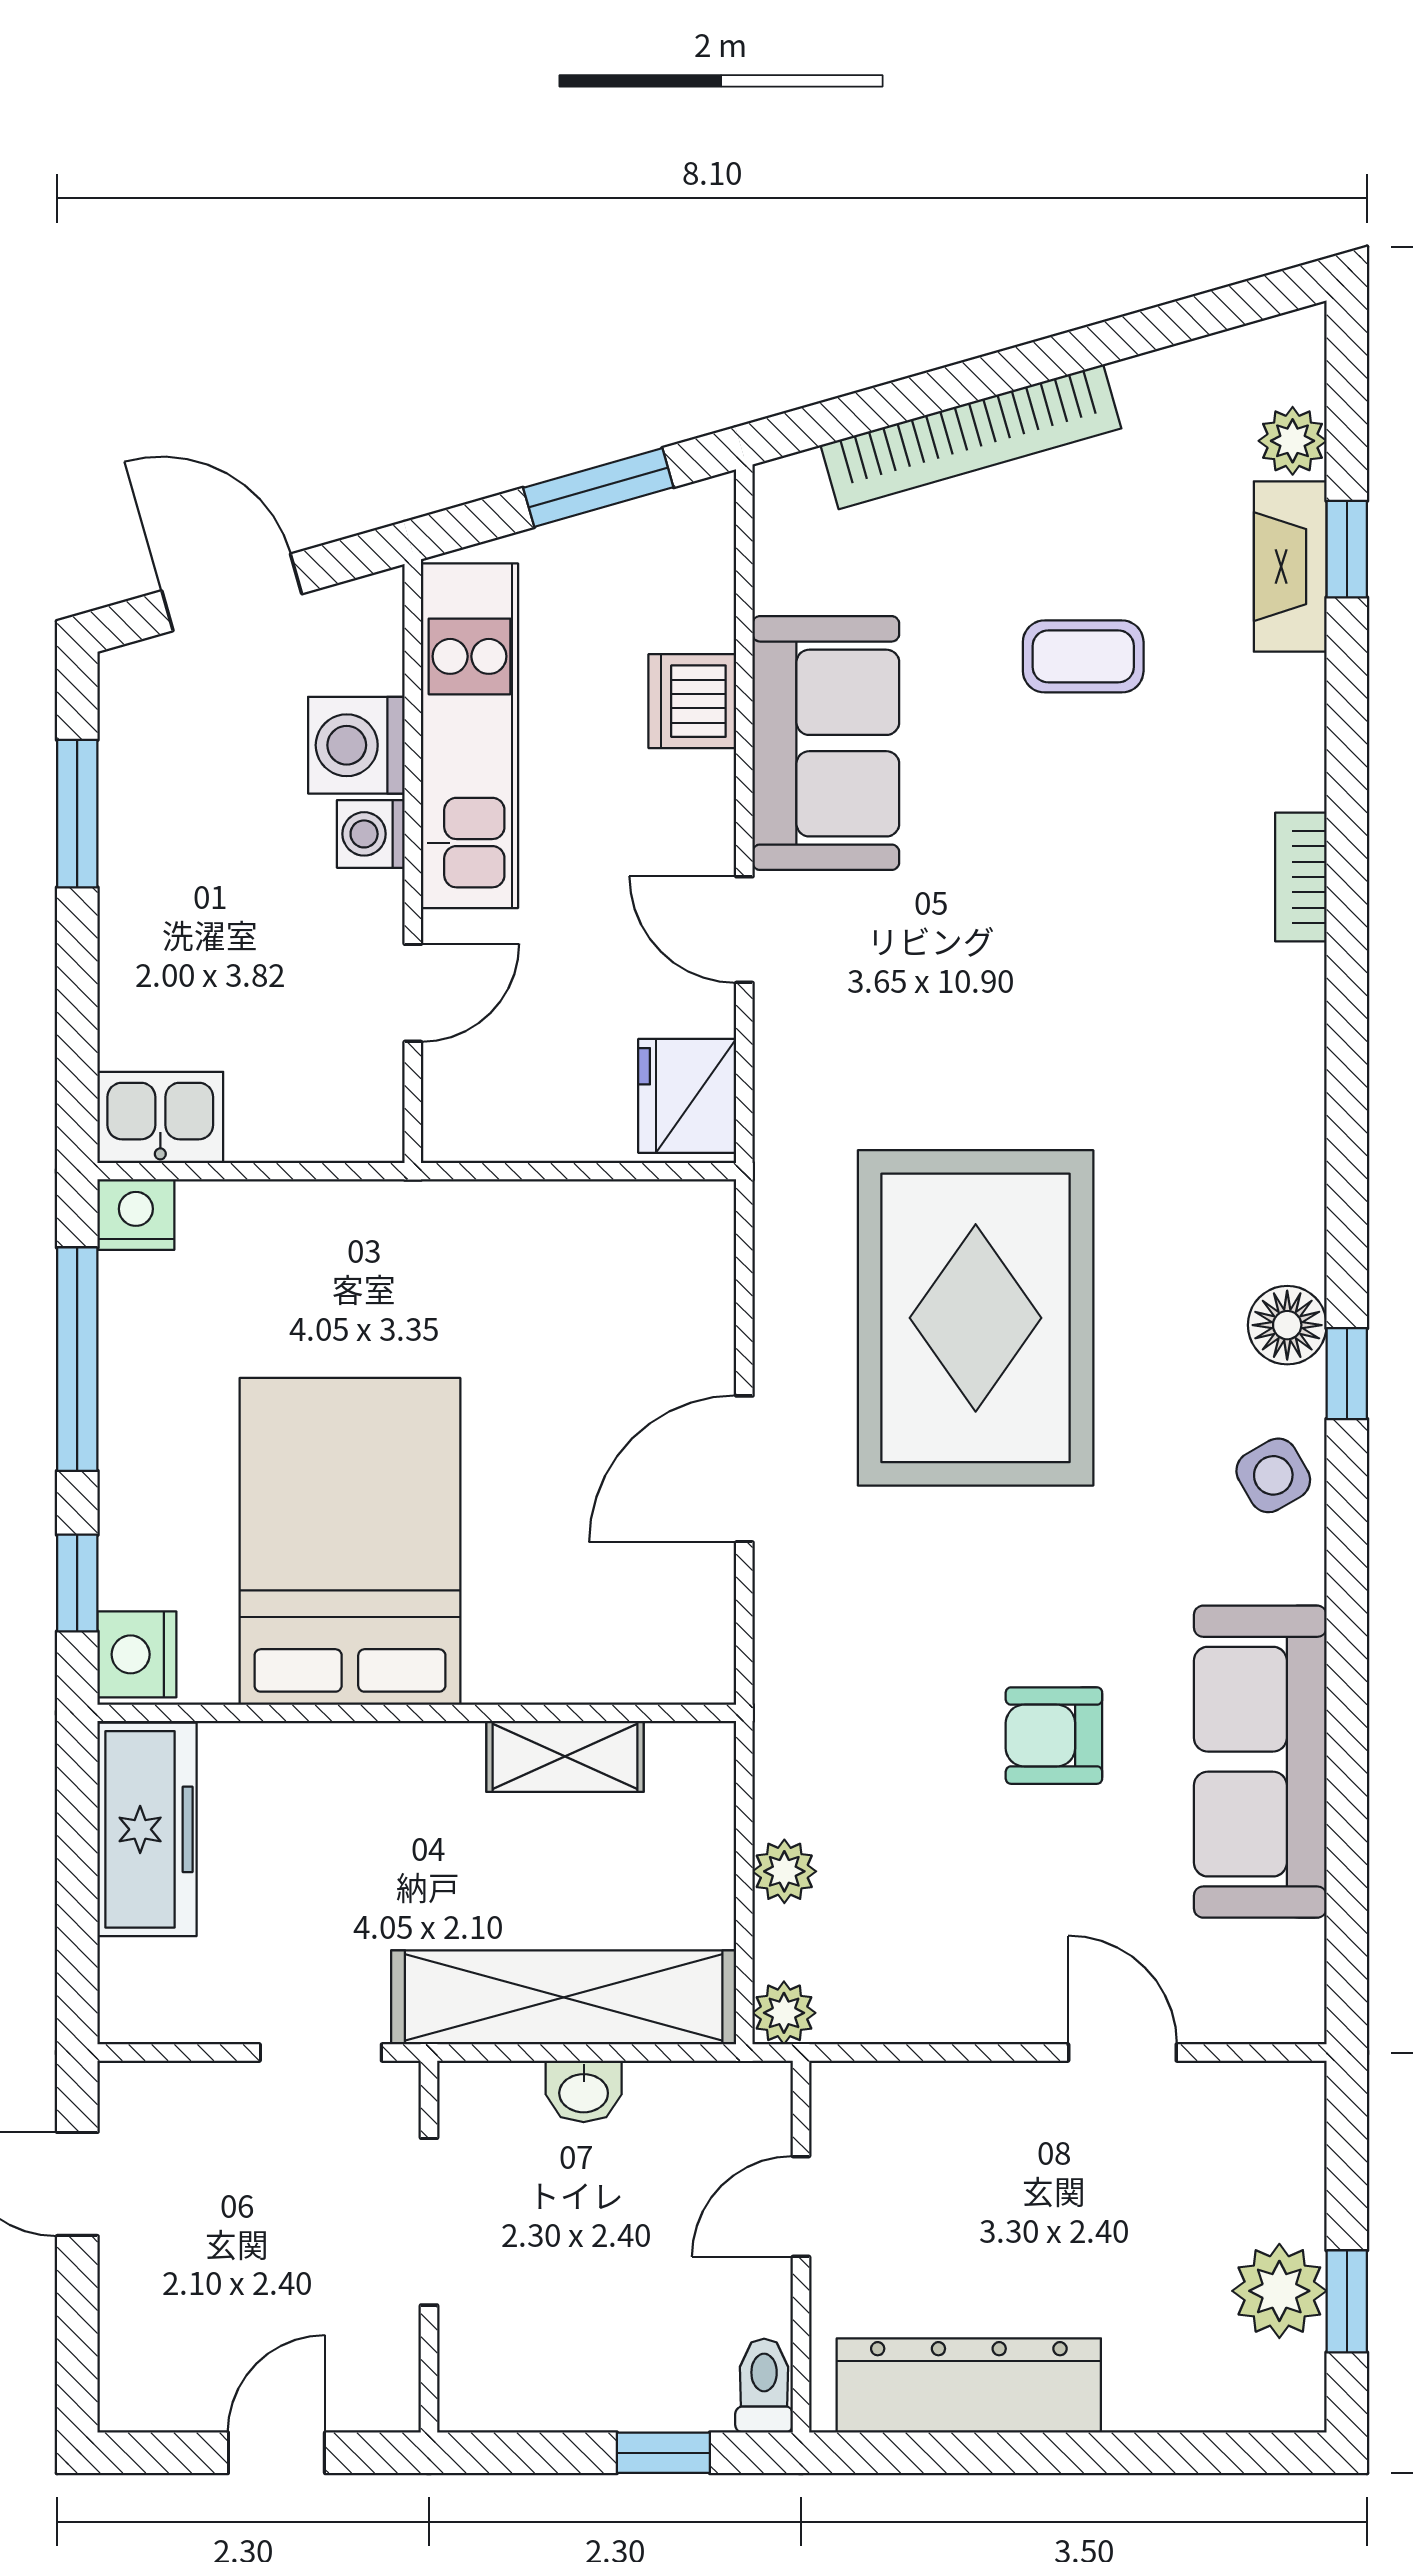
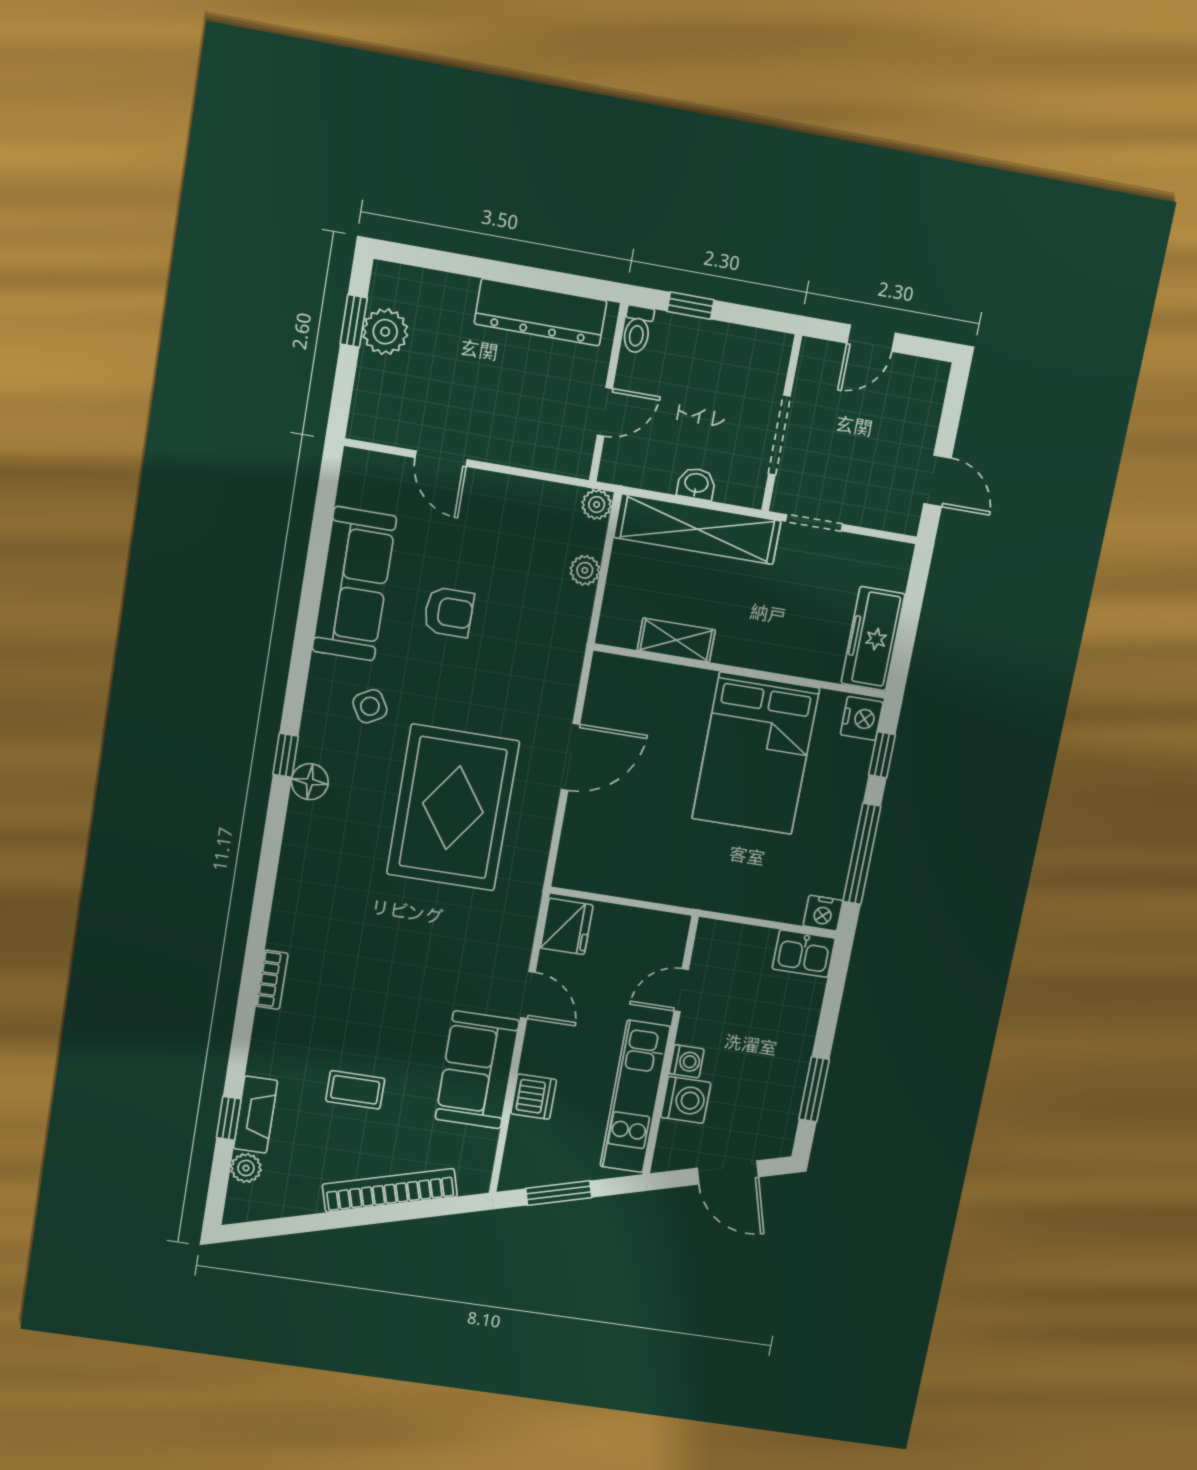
side table: (1273, 1475) -> (370, 706), moved

